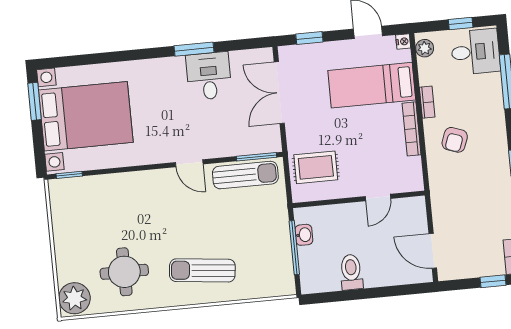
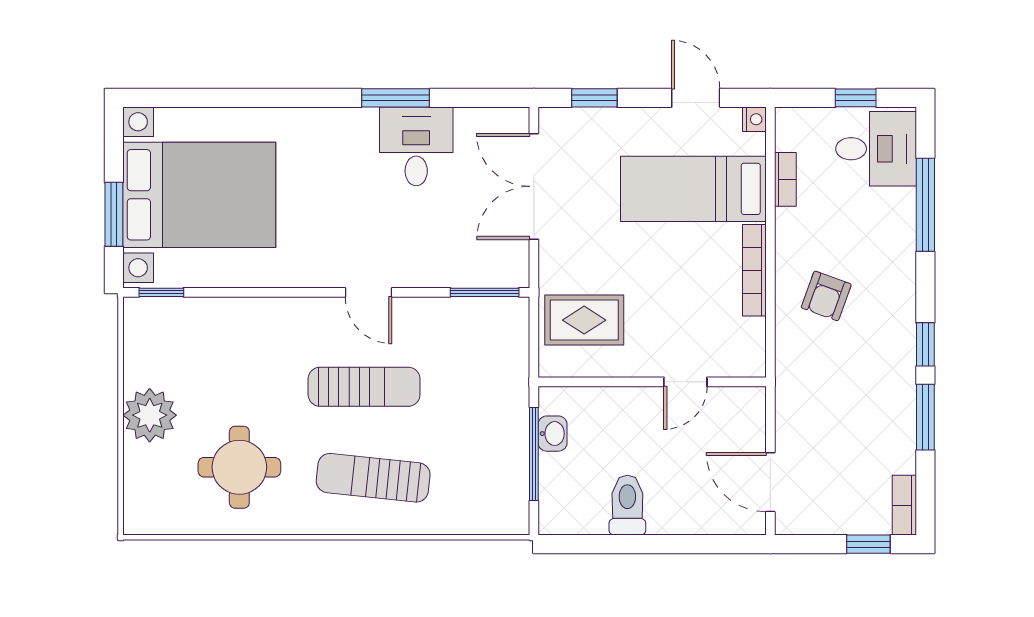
plant: (425, 48) -> (790, 134), removed
window: (34, 101) -> (114, 214), moved
bookcase: (427, 102) -> (785, 179), moved
sun lounger: (245, 175) -> (364, 387), moved
plant: (74, 298) -> (150, 415), moved

